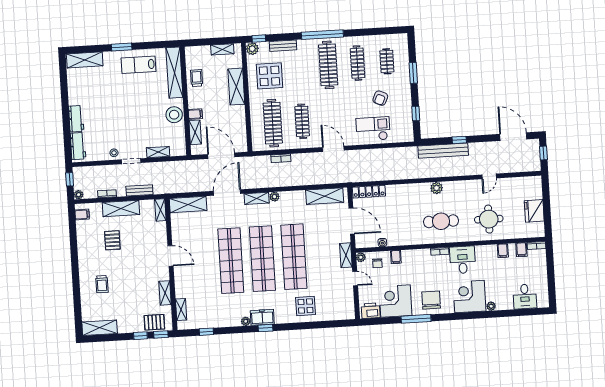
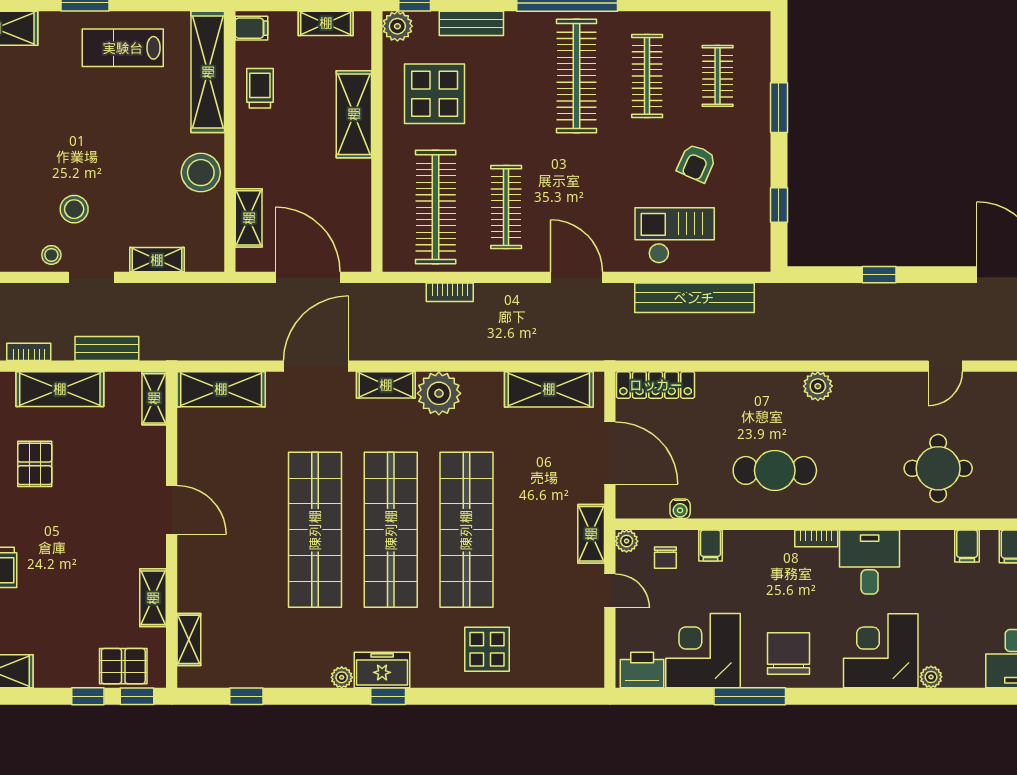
filing cabinet: (195, 114) -> (252, 28), moved
stool: (122, 133) -> (74, 209), added
bench: (443, 151) -> (694, 298), moved
plant: (274, 197) -> (439, 393), width x1.88, depth x1.88
cafe table: (441, 221) -> (775, 470), moved

